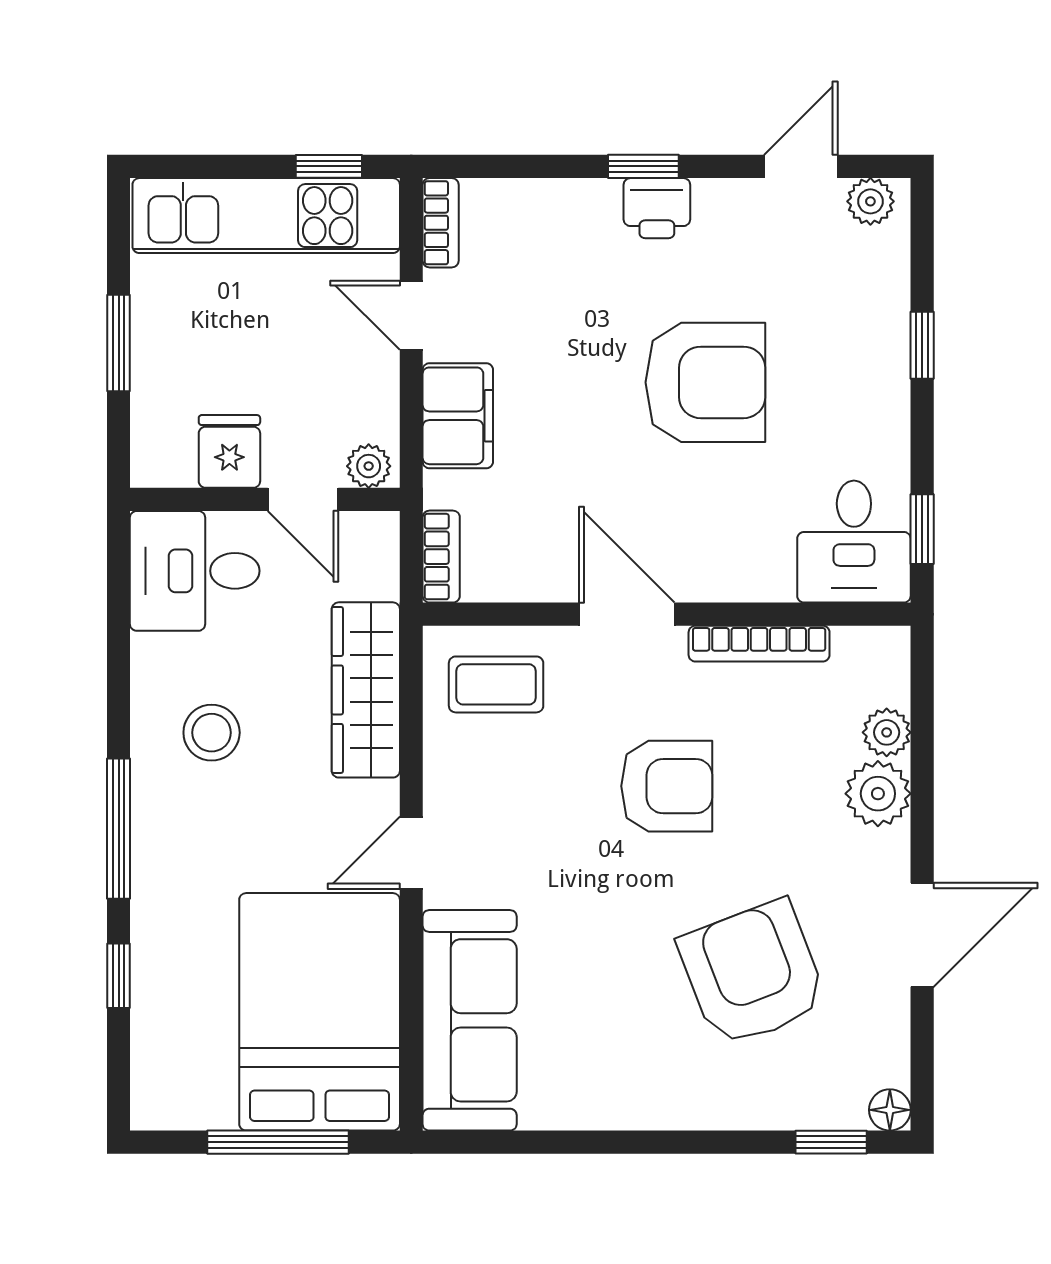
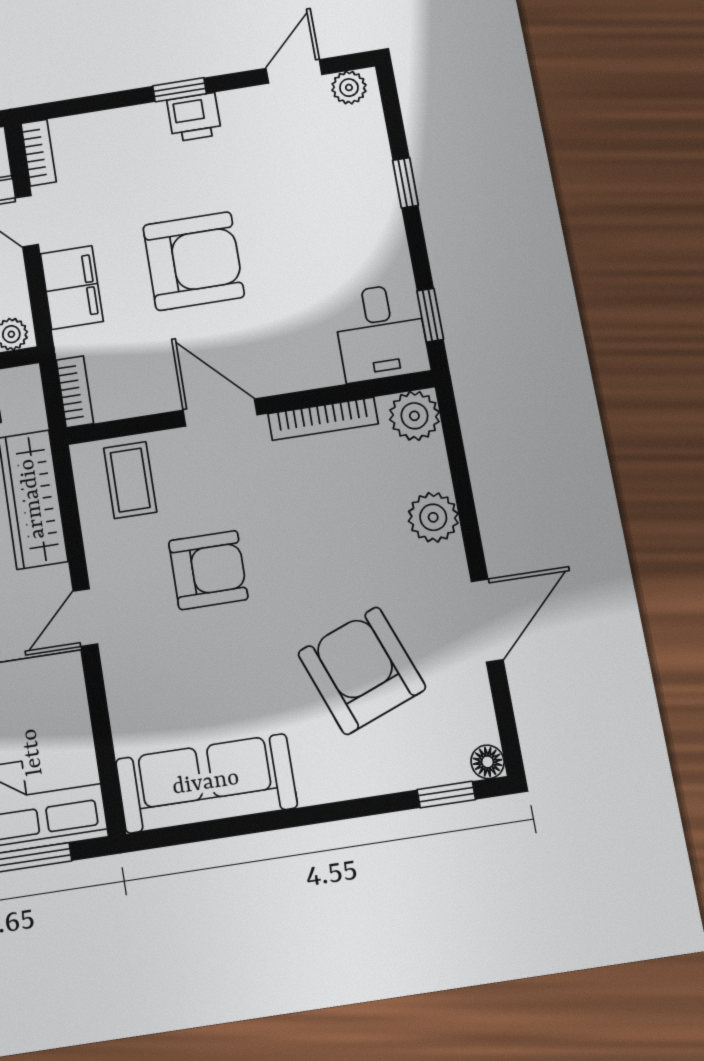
armchair: (705, 382) -> (194, 261), moved
coffee table: (496, 684) -> (130, 480), turned 90
plant: (887, 732) -> (414, 416), moved, width x1.38, depth x1.38
armchair: (667, 786) -> (208, 570), moved
sofa: (470, 1020) -> (206, 783), moved, turned -90

